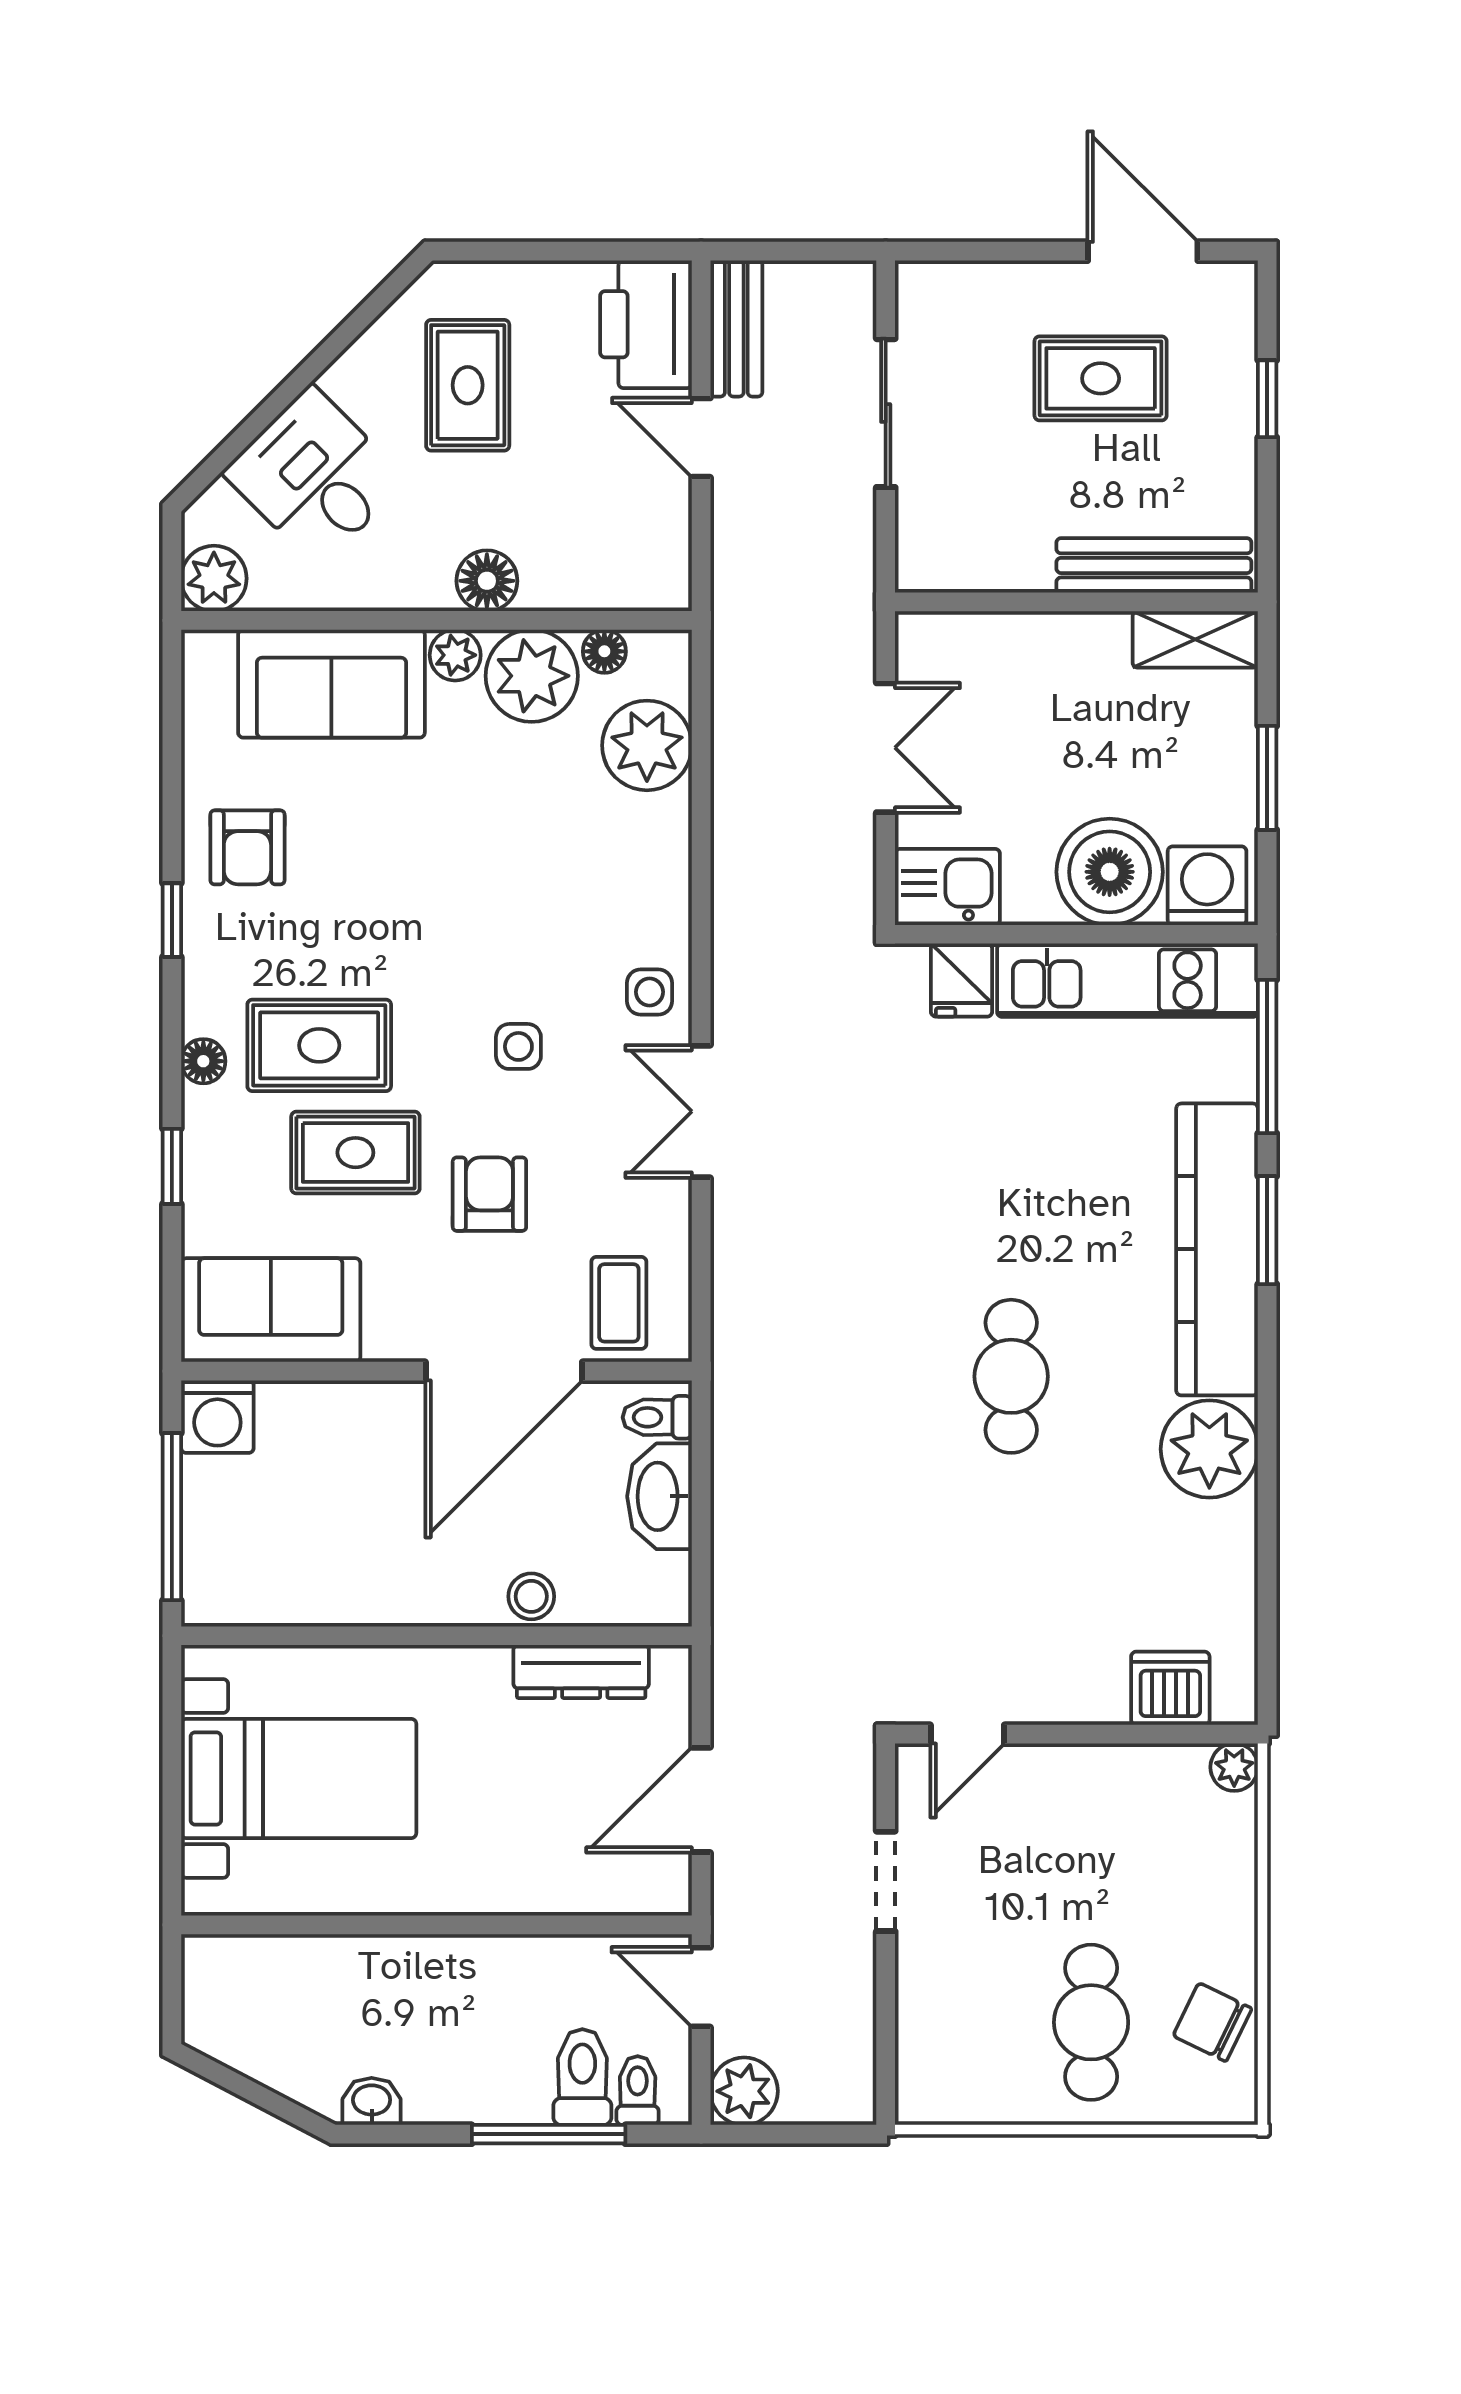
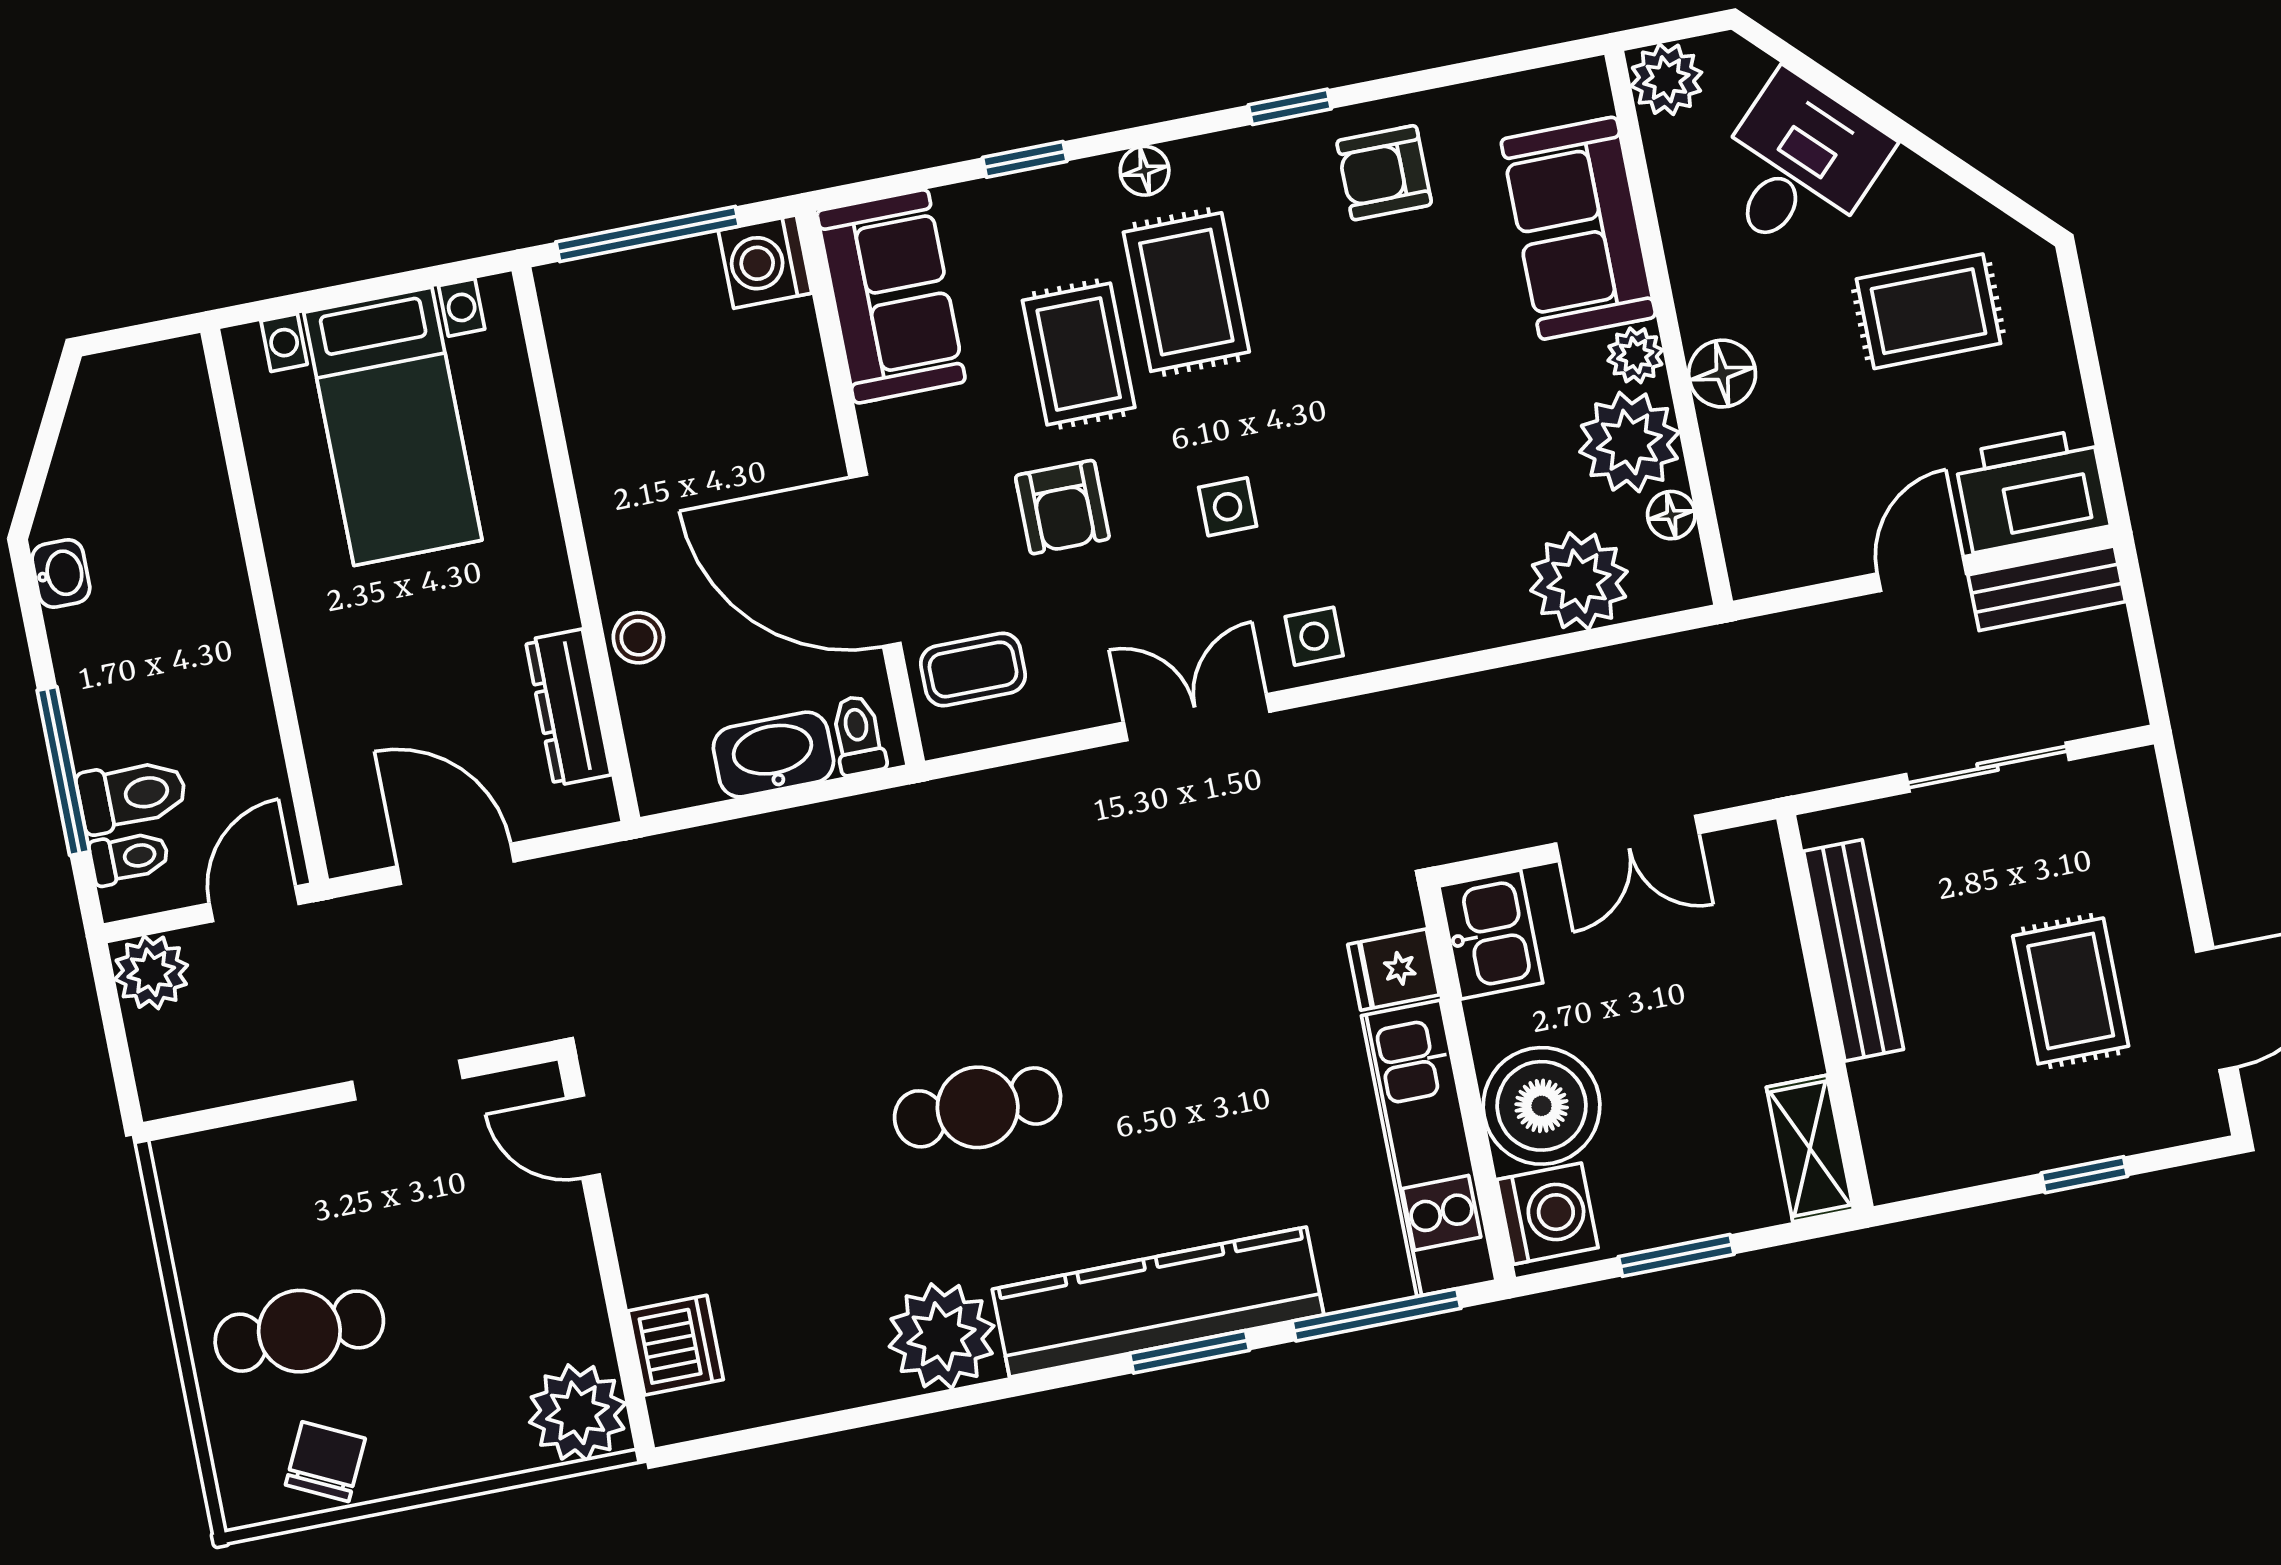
bench: (1154, 565) -> (1853, 950), moved
armchair: (489, 1194) -> (1062, 507), turned 90
plant: (1234, 1767) -> (578, 1413), width x1.88, depth x1.88

